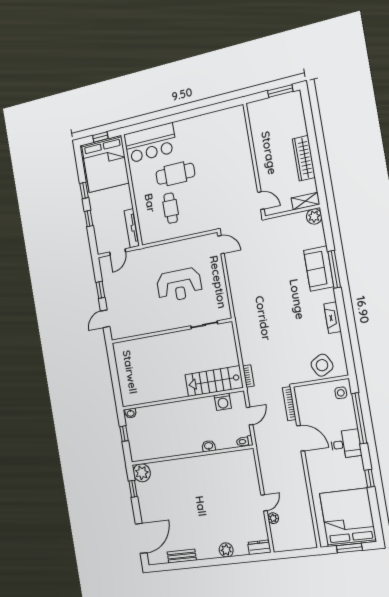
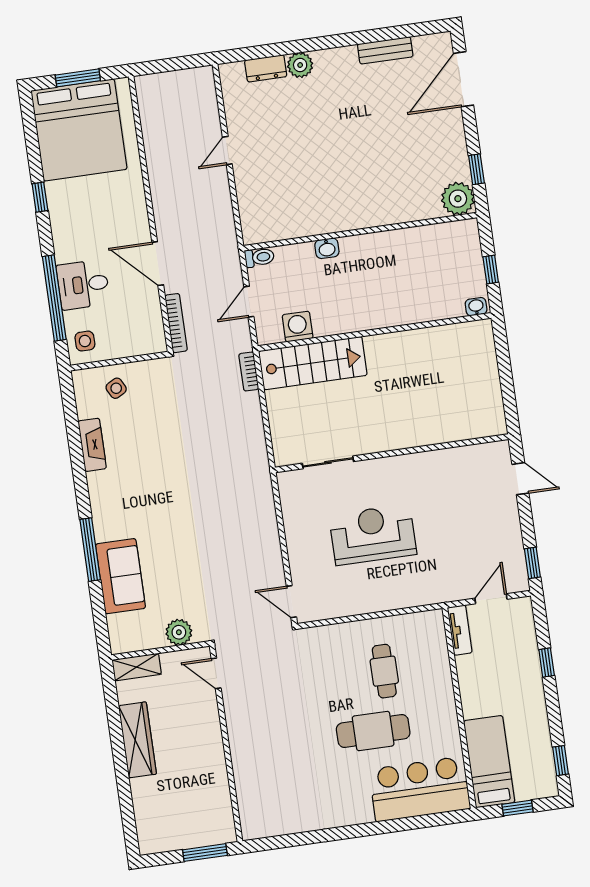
window: (280, 91) -> (205, 853), moved
bed: (105, 164) -> (489, 762), width x0.49
window: (84, 190) -> (561, 761), moved
plant: (314, 216) -> (179, 632), moved
tv unit: (132, 228) -> (460, 630), width x0.71
sofa: (319, 269) -> (120, 576), moved
window: (100, 290) -> (532, 563), moved
fireplace: (332, 318) -> (92, 445), moved
door: (105, 319) -> (520, 479), hinge flipped
side table: (322, 365) -> (116, 388), width x0.54, depth x0.54
desk: (346, 444) -> (83, 285), moved
plant: (273, 518) -> (212, 124), removed
dresser: (259, 547) -> (266, 68), moved

